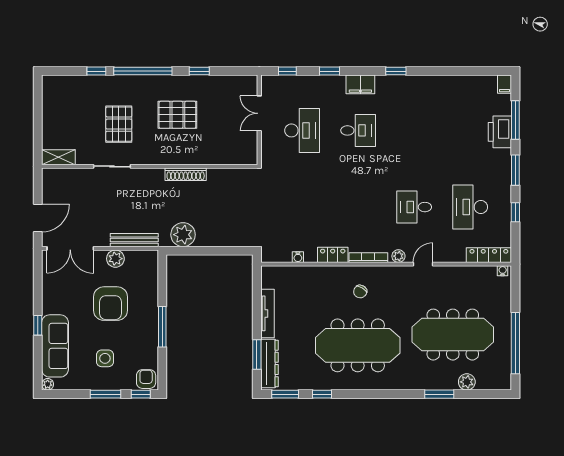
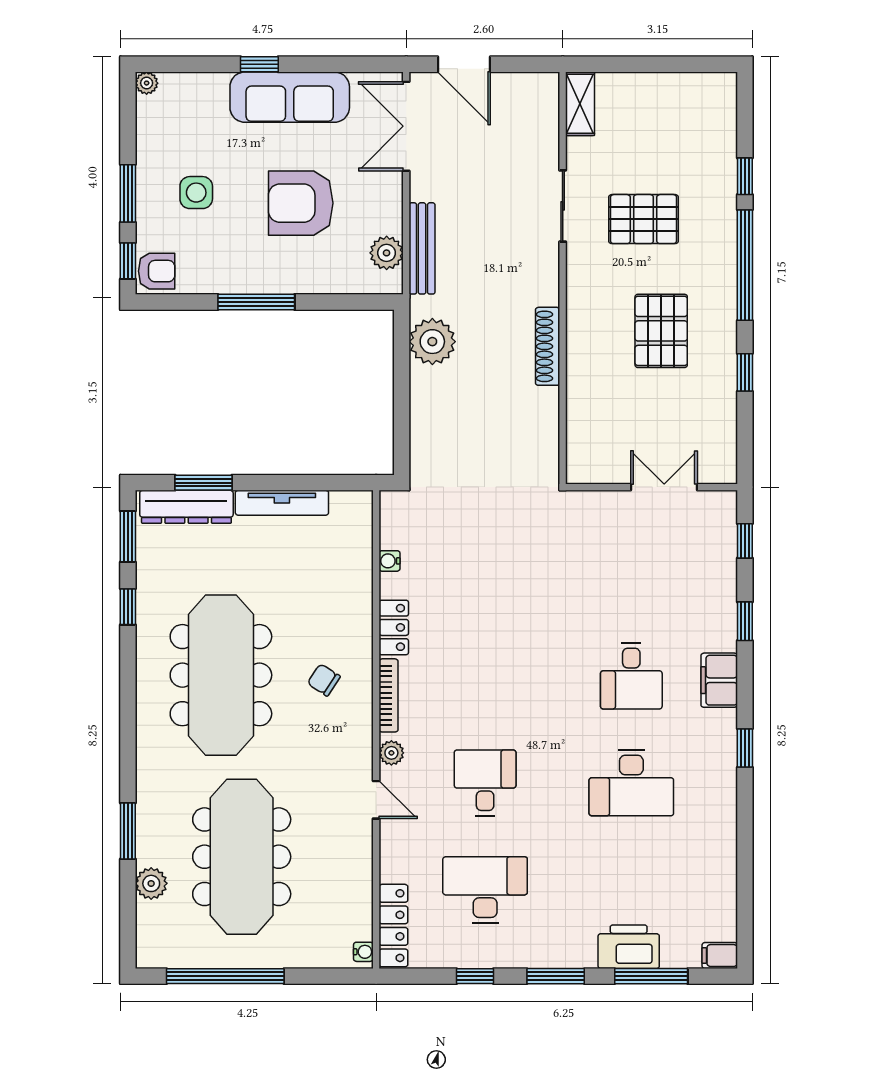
desk: (302, 130) -> (631, 783), moved
plant: (115, 259) -> (387, 253), moved
sofa: (55, 346) -> (290, 97), moved

